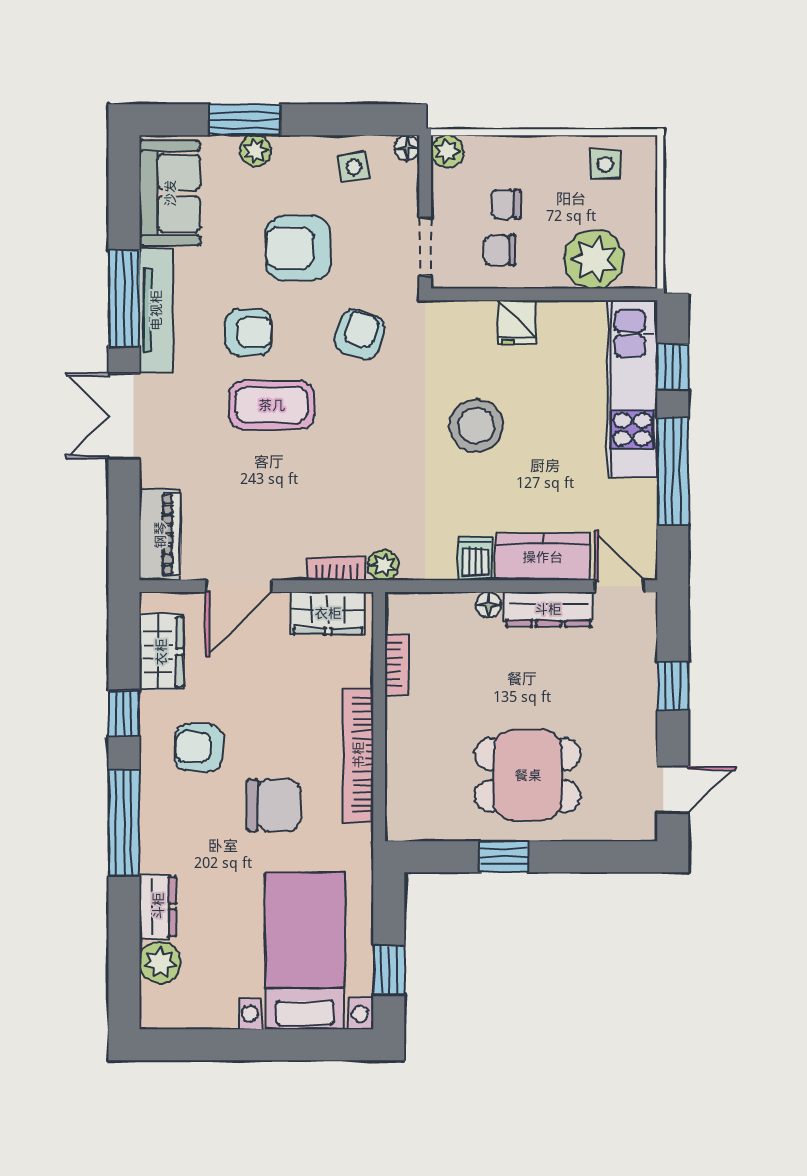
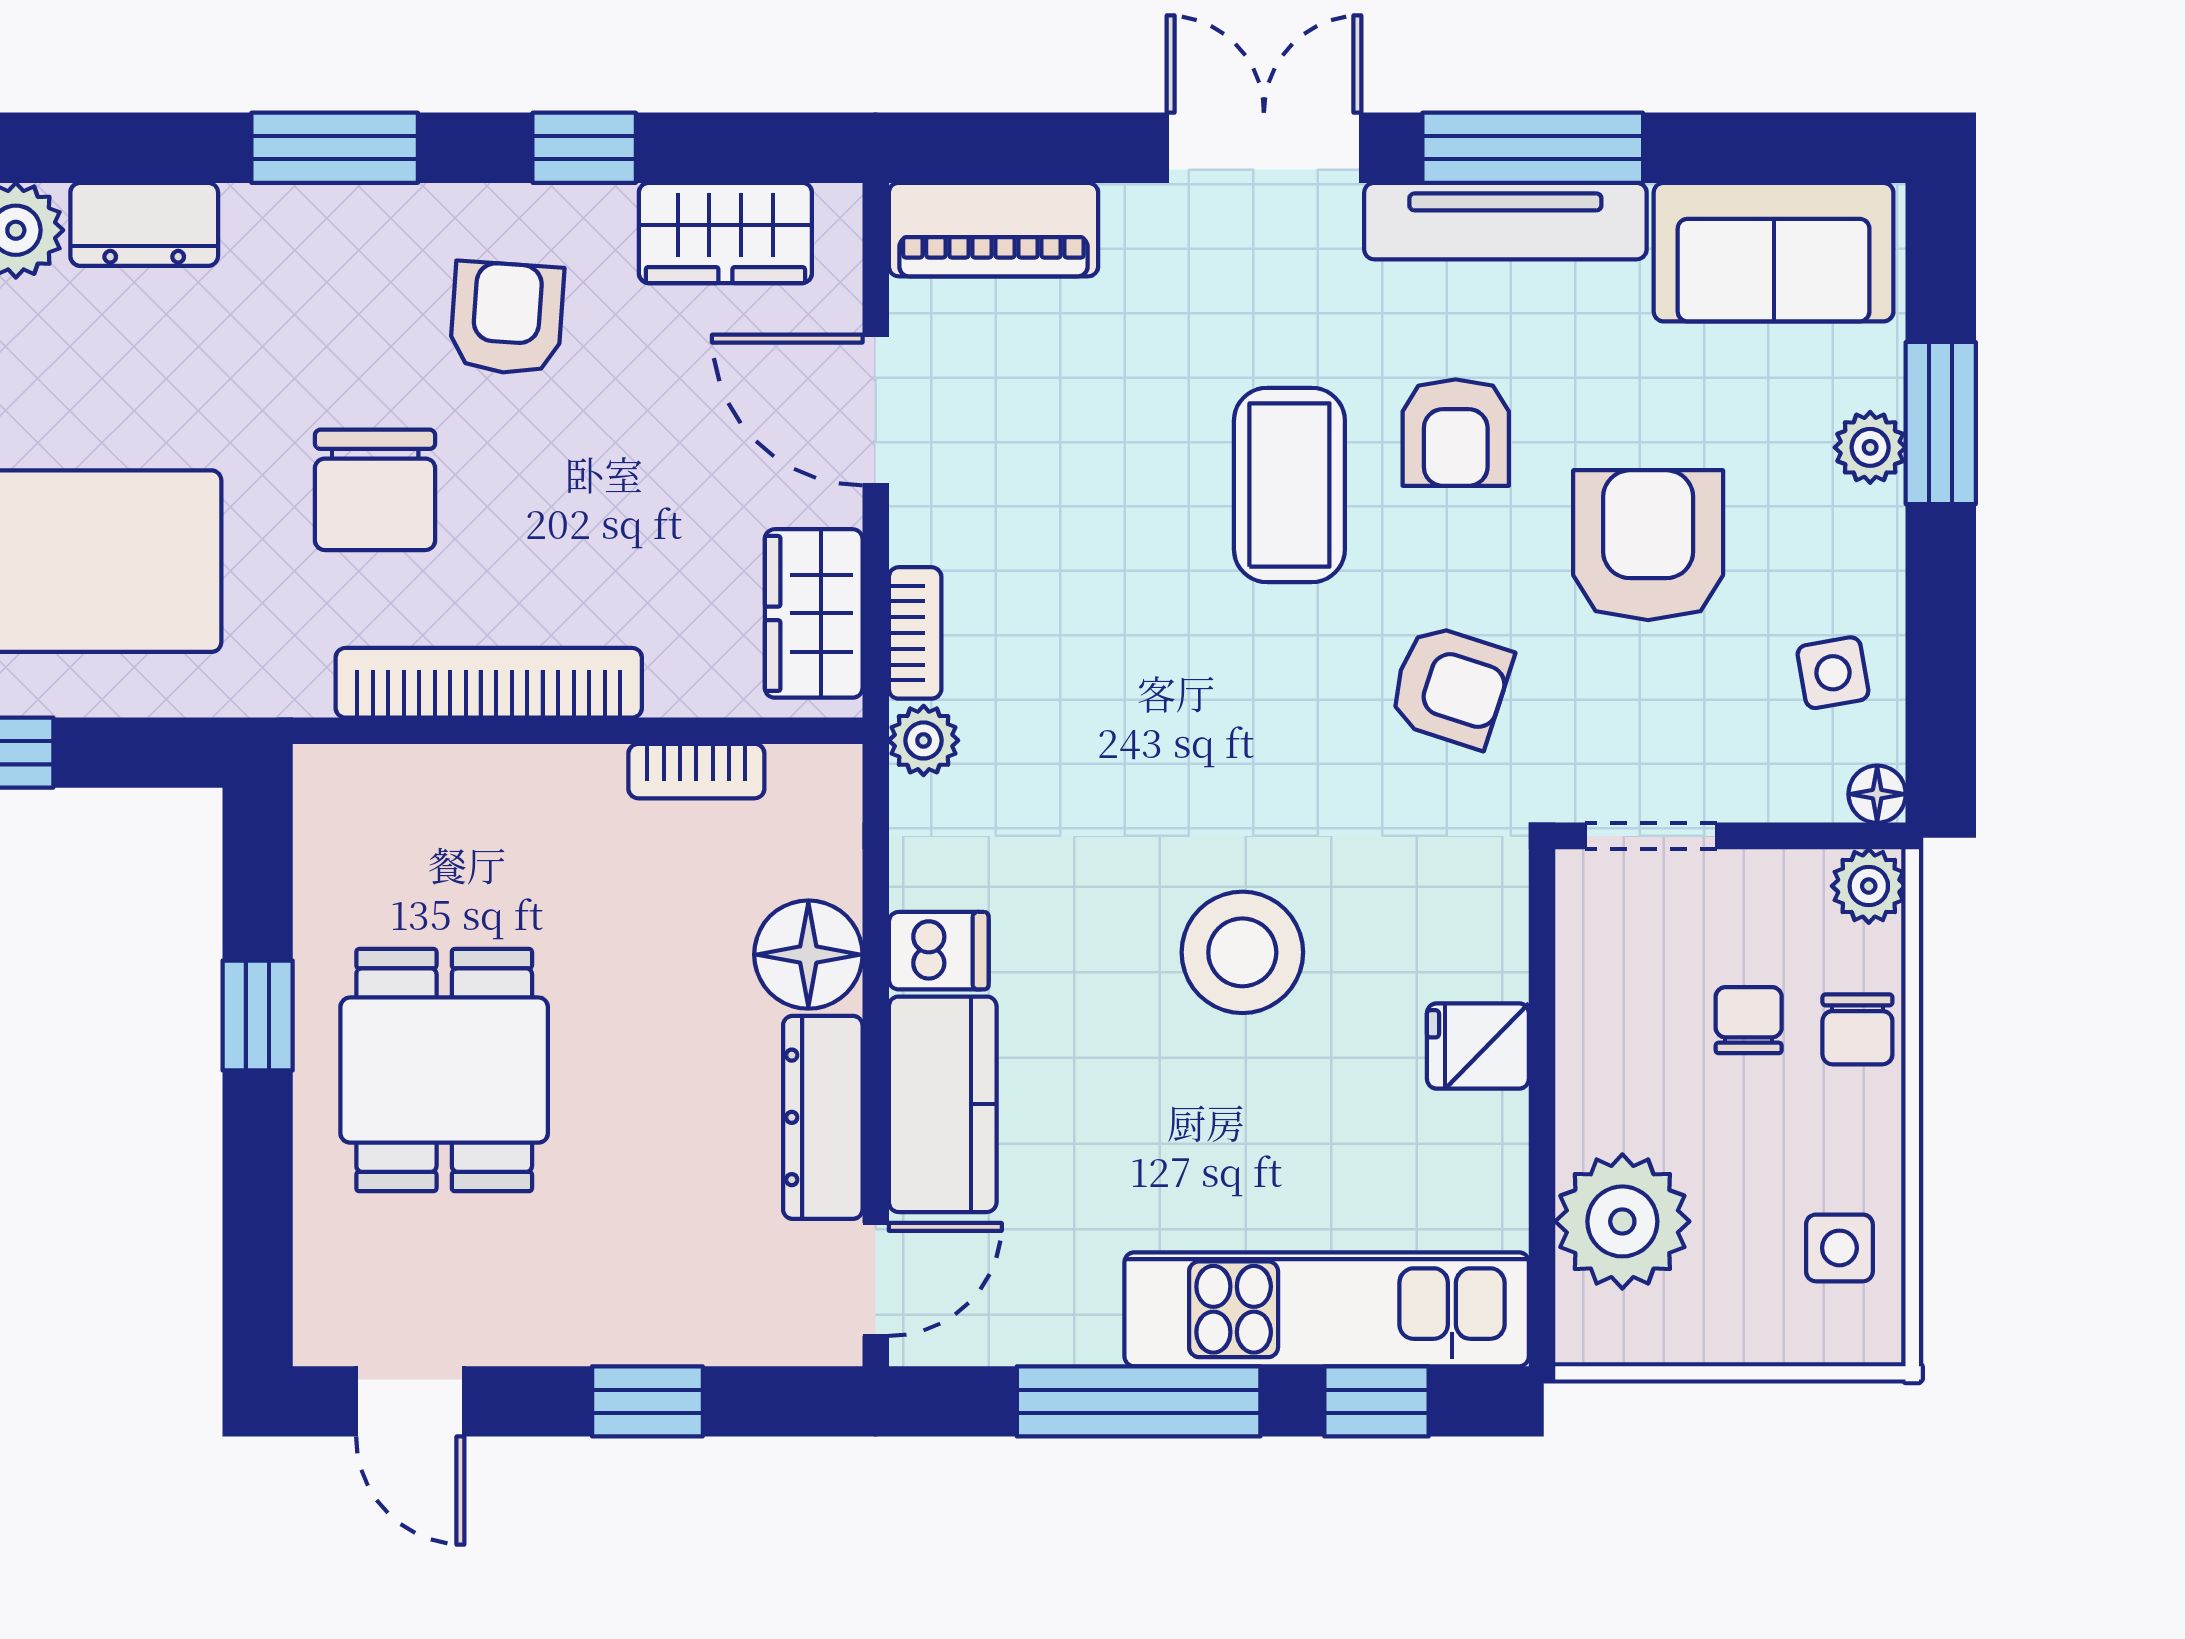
chair: (500, 250) -> (1857, 1029), moved, turned 180
floor lamp: (488, 604) -> (808, 955), width x1.89, depth x1.89
window: (124, 823) -> (335, 148), width x0.69

